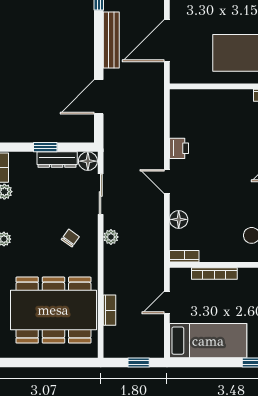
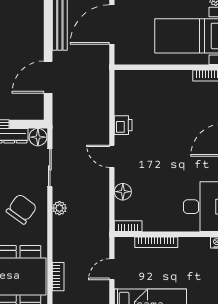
chair: (70, 238) -> (22, 209), width x1.87, depth x1.87

